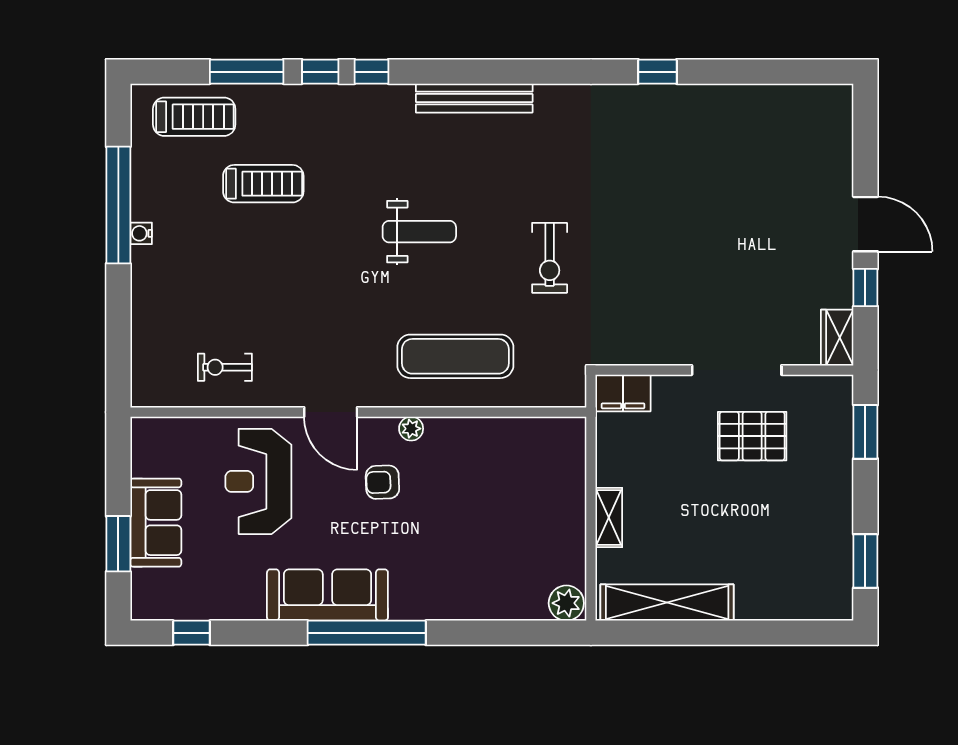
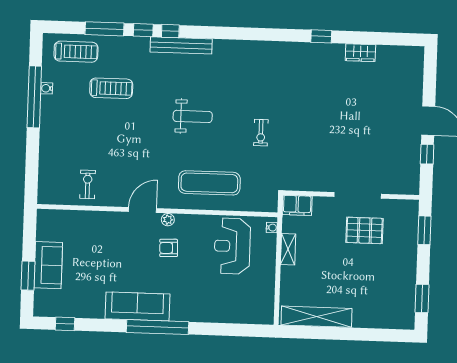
bench: (474, 98) -> (181, 45), moved
water cooler: (141, 233) -> (47, 88), moved
exercise bike: (550, 258) -> (261, 133), width x0.73, depth x0.72
wardrobe: (837, 338) -> (360, 53), moved, turned -90
exercise bike: (225, 367) -> (88, 184), turned 90
door: (331, 412) -> (143, 210), swing flipped
plant: (411, 429) -> (168, 220), moved
water cooler: (576, 437) -> (272, 228), added
reception desk: (258, 481) -> (232, 246), moved
shelving: (609, 517) -> (288, 249), moved
plant: (566, 603) -> (263, 315), removed

